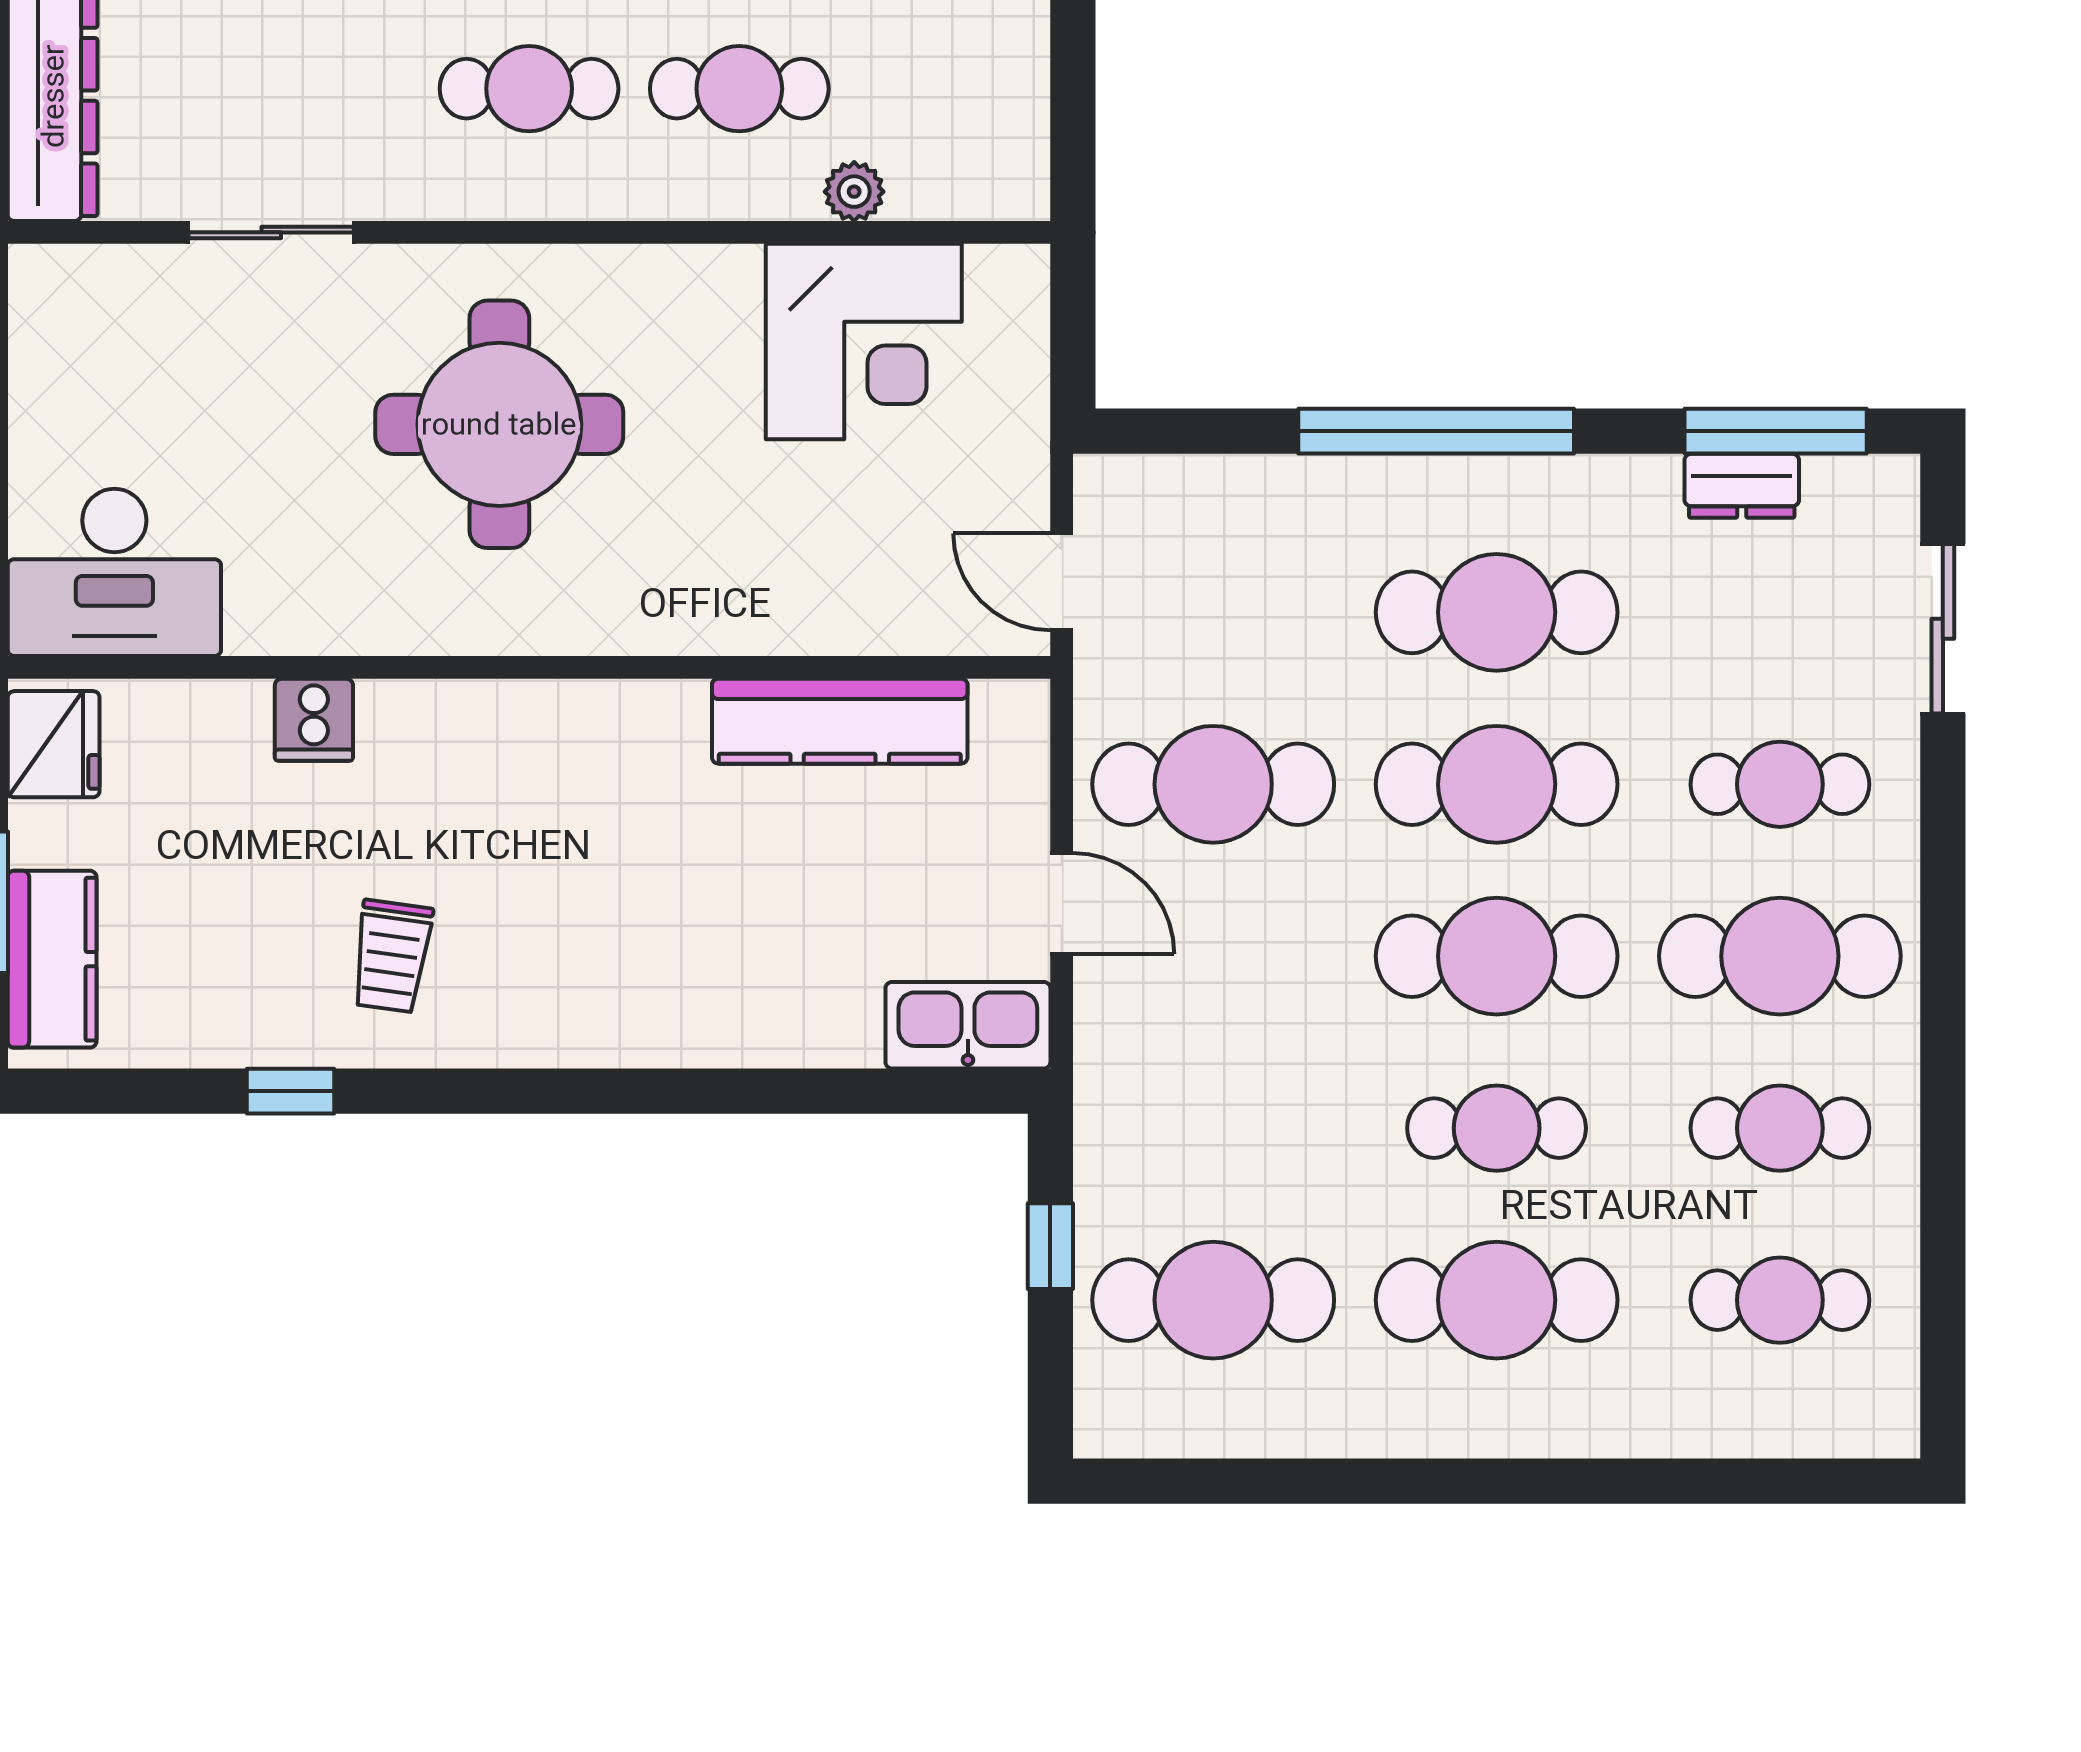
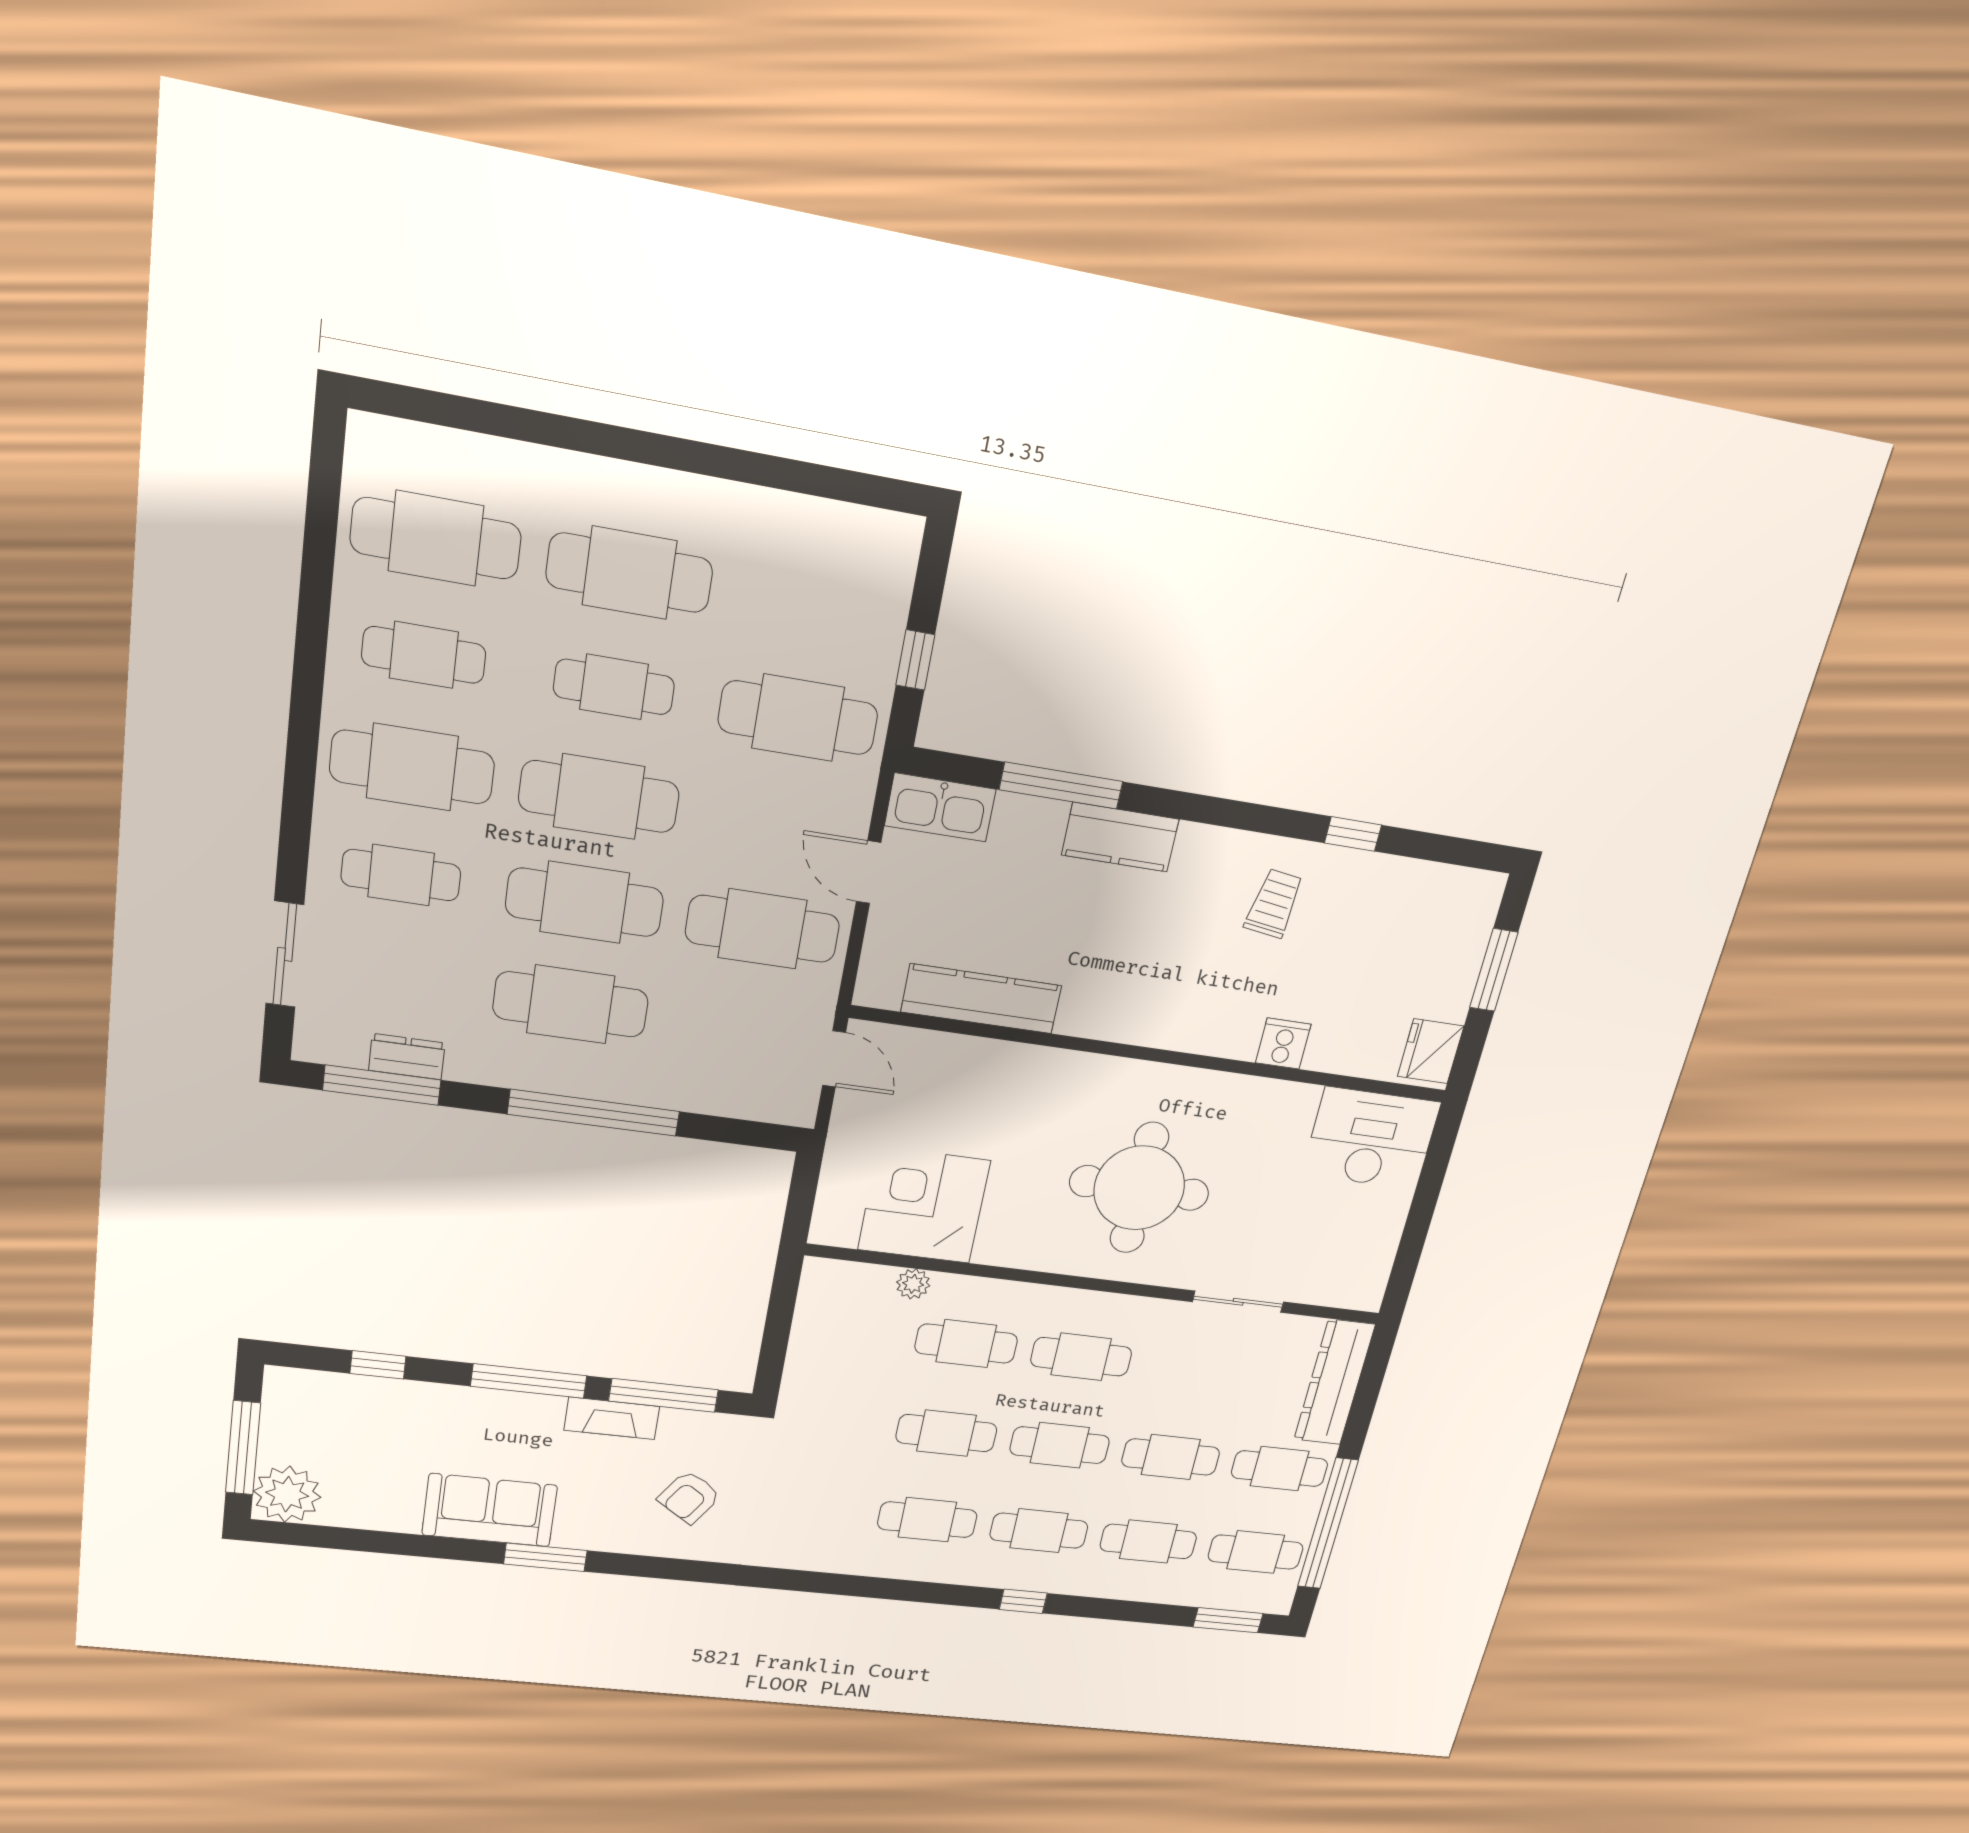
kitchen counter: (52, 959) -> (1120, 837), moved, turned -90
window: (784, 1091) -> (1061, 785), added
cafe table: (1213, 1300) -> (798, 718), moved
cafe table: (1780, 1300) -> (436, 538), width x1.37, depth x1.35

